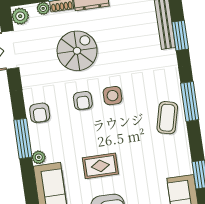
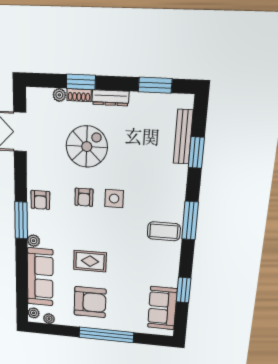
plant: (20, 16) -> (35, 99), removed
coffee table: (167, 118) -> (164, 231), turned 76

